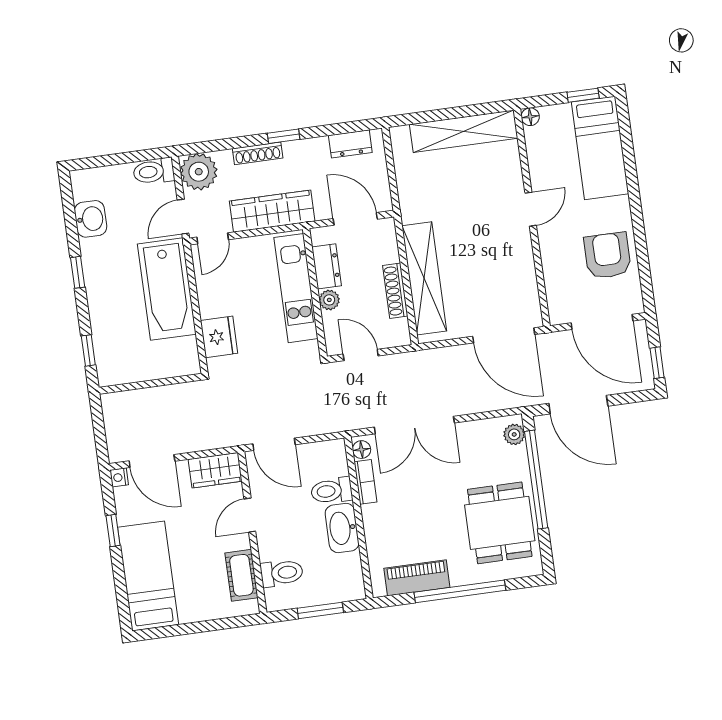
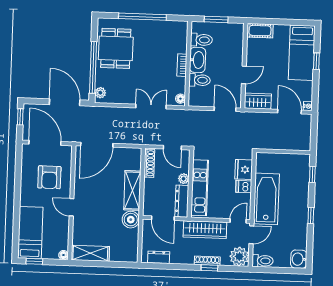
shelving: (464, 131) -> (90, 253), width x0.68
window: (284, 136) -> (209, 268), moved
boiler: (415, 206) -> (131, 220), added
door: (531, 209) -> (72, 207), hinge flipped
washbasin: (91, 219) -> (299, 259), moved
armchair: (608, 256) -> (49, 177), moved
dresser: (327, 266) -> (182, 201), width x1.44
shelving: (424, 278) -> (132, 190), width x0.68
shoe rack: (395, 291) -> (149, 163), moved
dishwasher: (213, 305) -> (244, 187), added
door: (504, 335) -> (97, 145), swing flipped
double door: (414, 425) -> (151, 107), width x0.73
bookcase: (366, 482) -> (182, 65), moved
window: (113, 530) -> (316, 61), moved
toilet: (282, 573) -> (201, 40), moved, turned 180
cot: (241, 575) -> (260, 31), moved, turned 90
piano: (417, 578) -> (163, 28), removed

